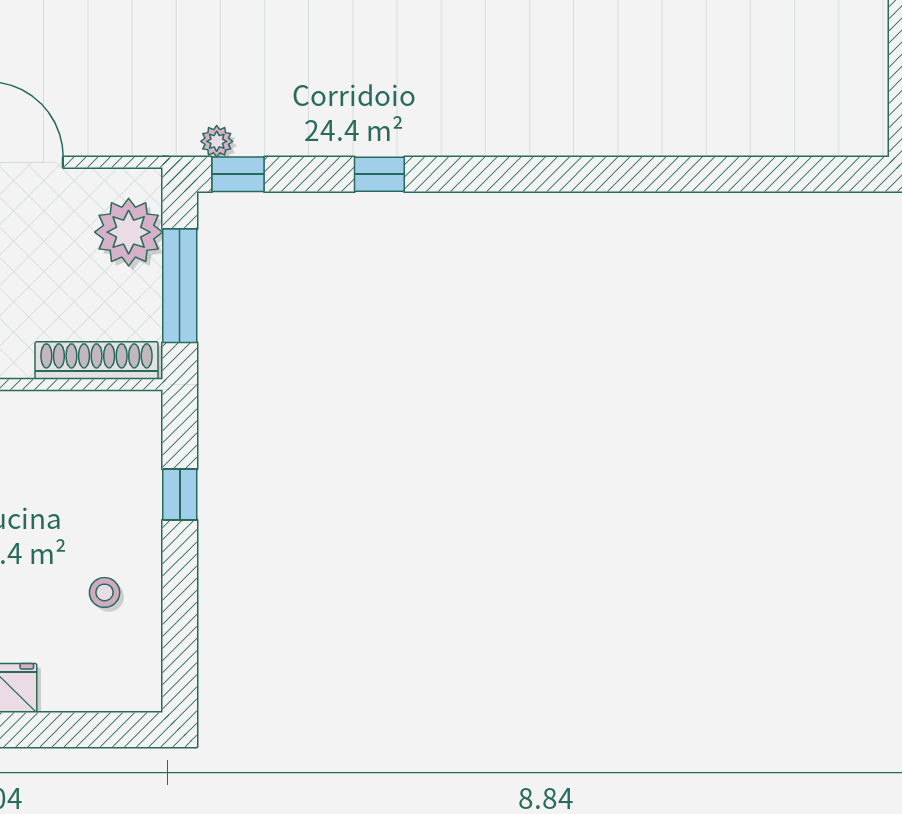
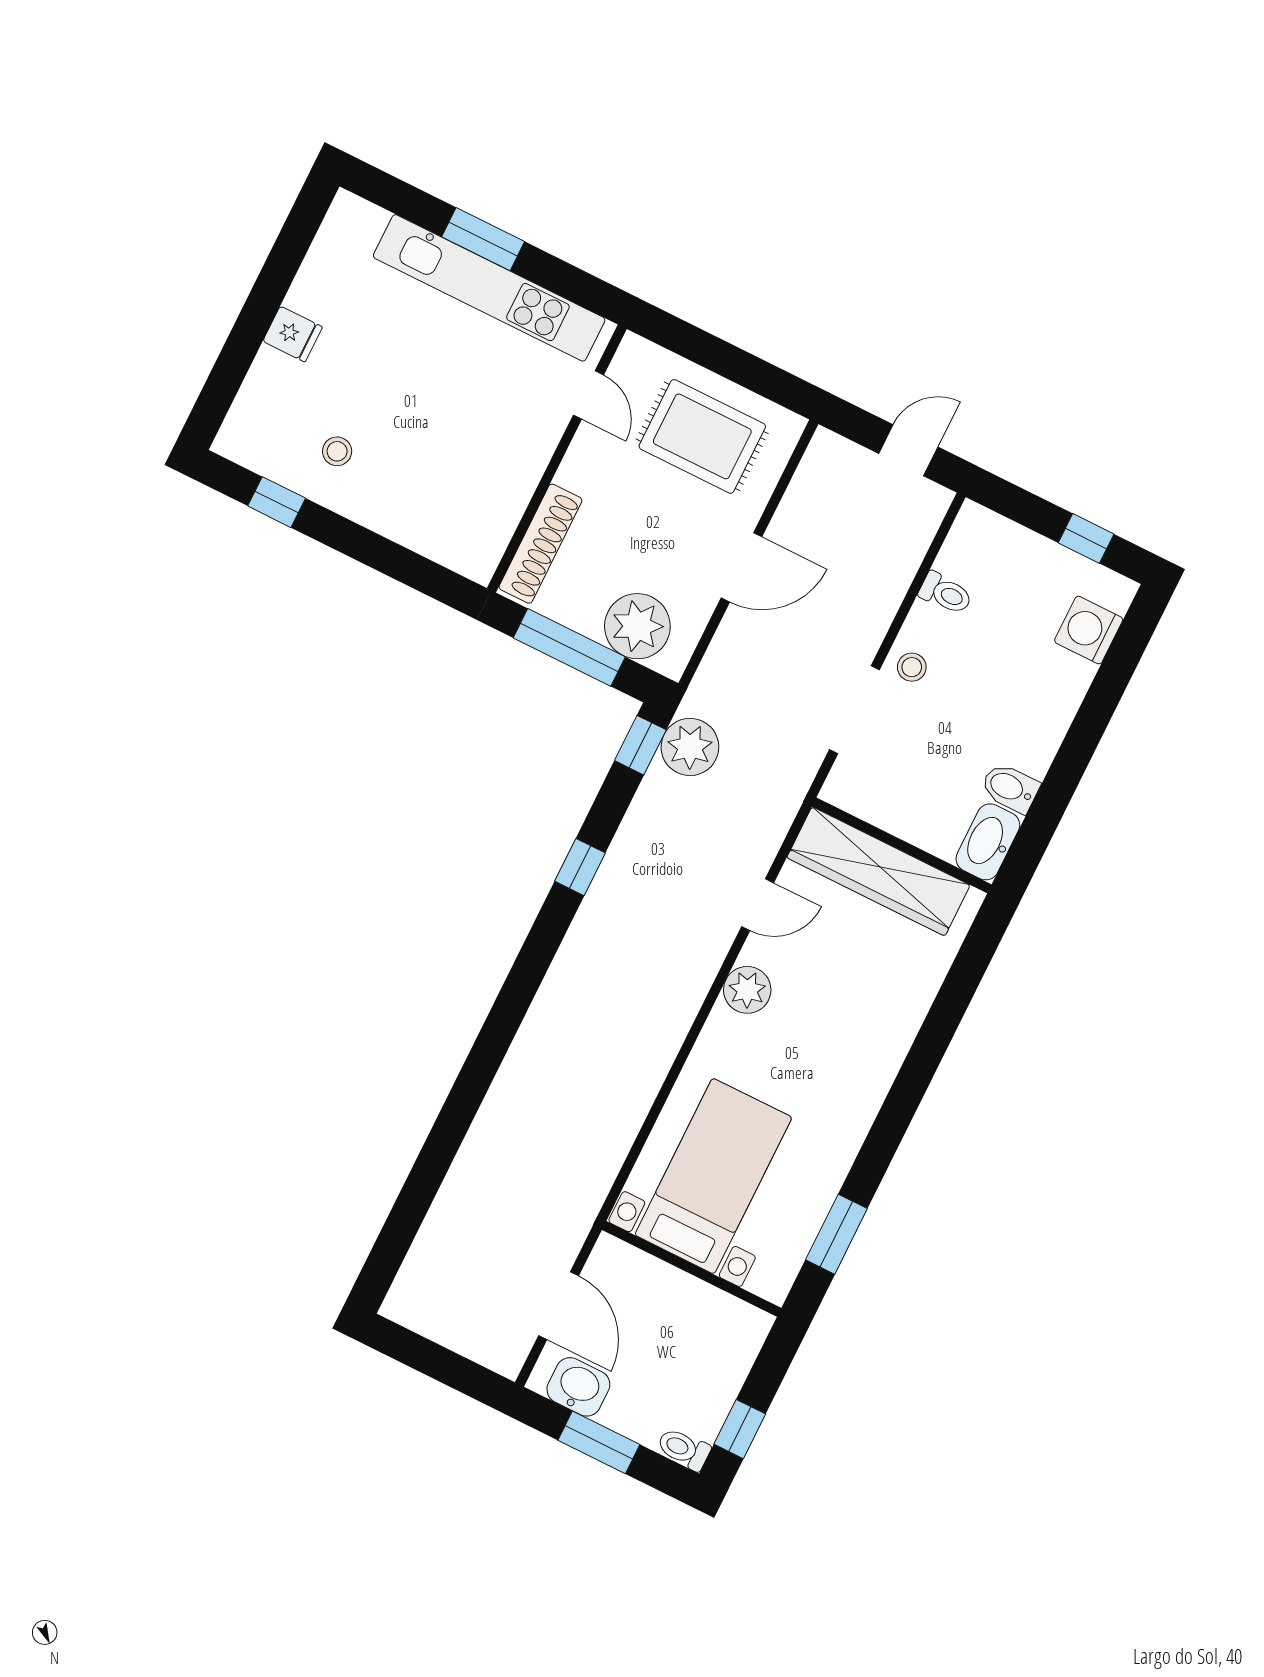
plant: (217, 141) -> (690, 747), width x1.87, depth x1.87
window: (180, 495) -> (277, 502), moved

